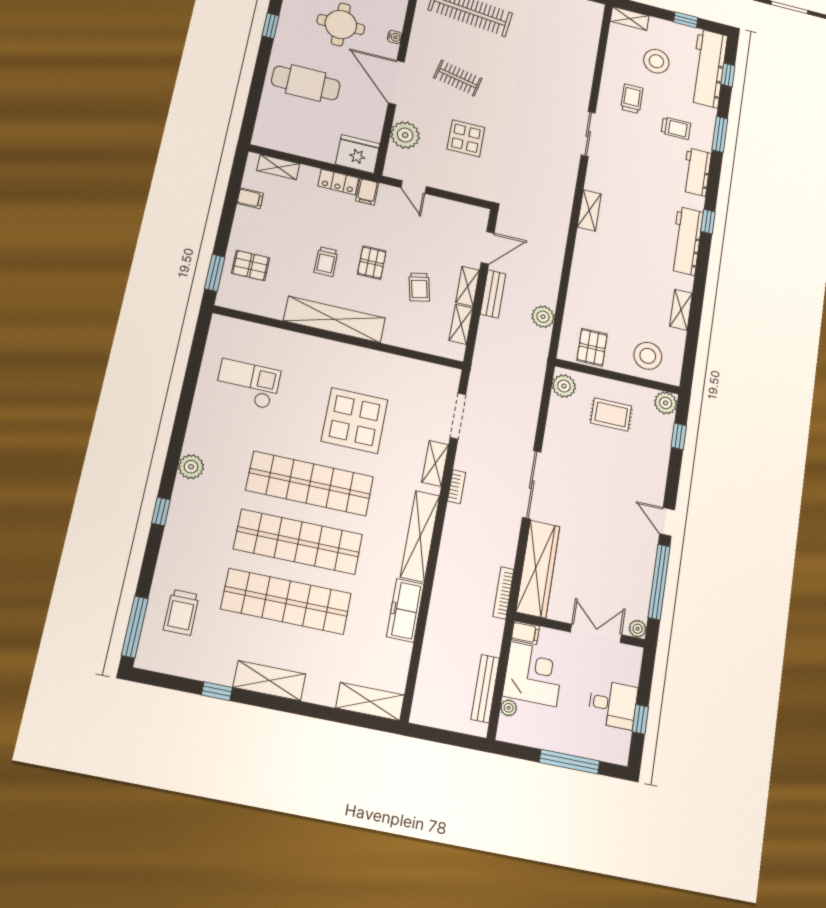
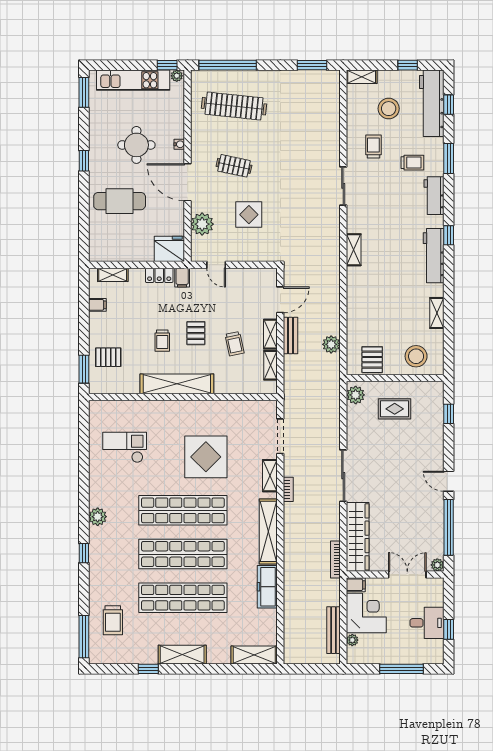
plant: (666, 403) -> (435, 390), removed

